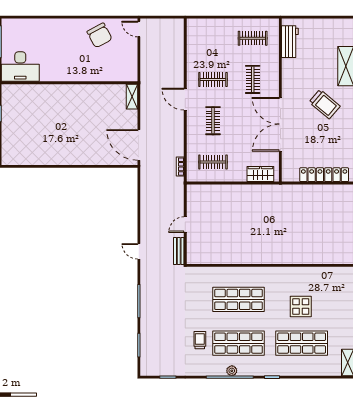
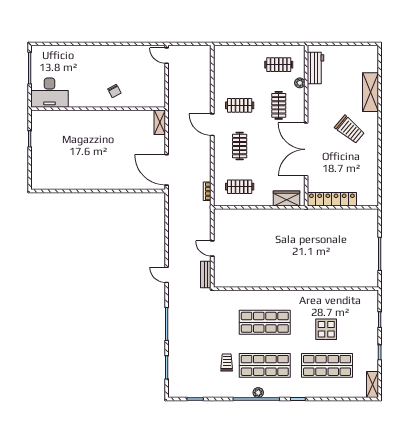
chair: (100, 35) -> (114, 91), moved, width x0.54, depth x0.54
plant: (274, 57) -> (300, 83), added
locker: (324, 175) -> (332, 199), moved
door: (185, 225) -> (212, 249), hinge flipped

